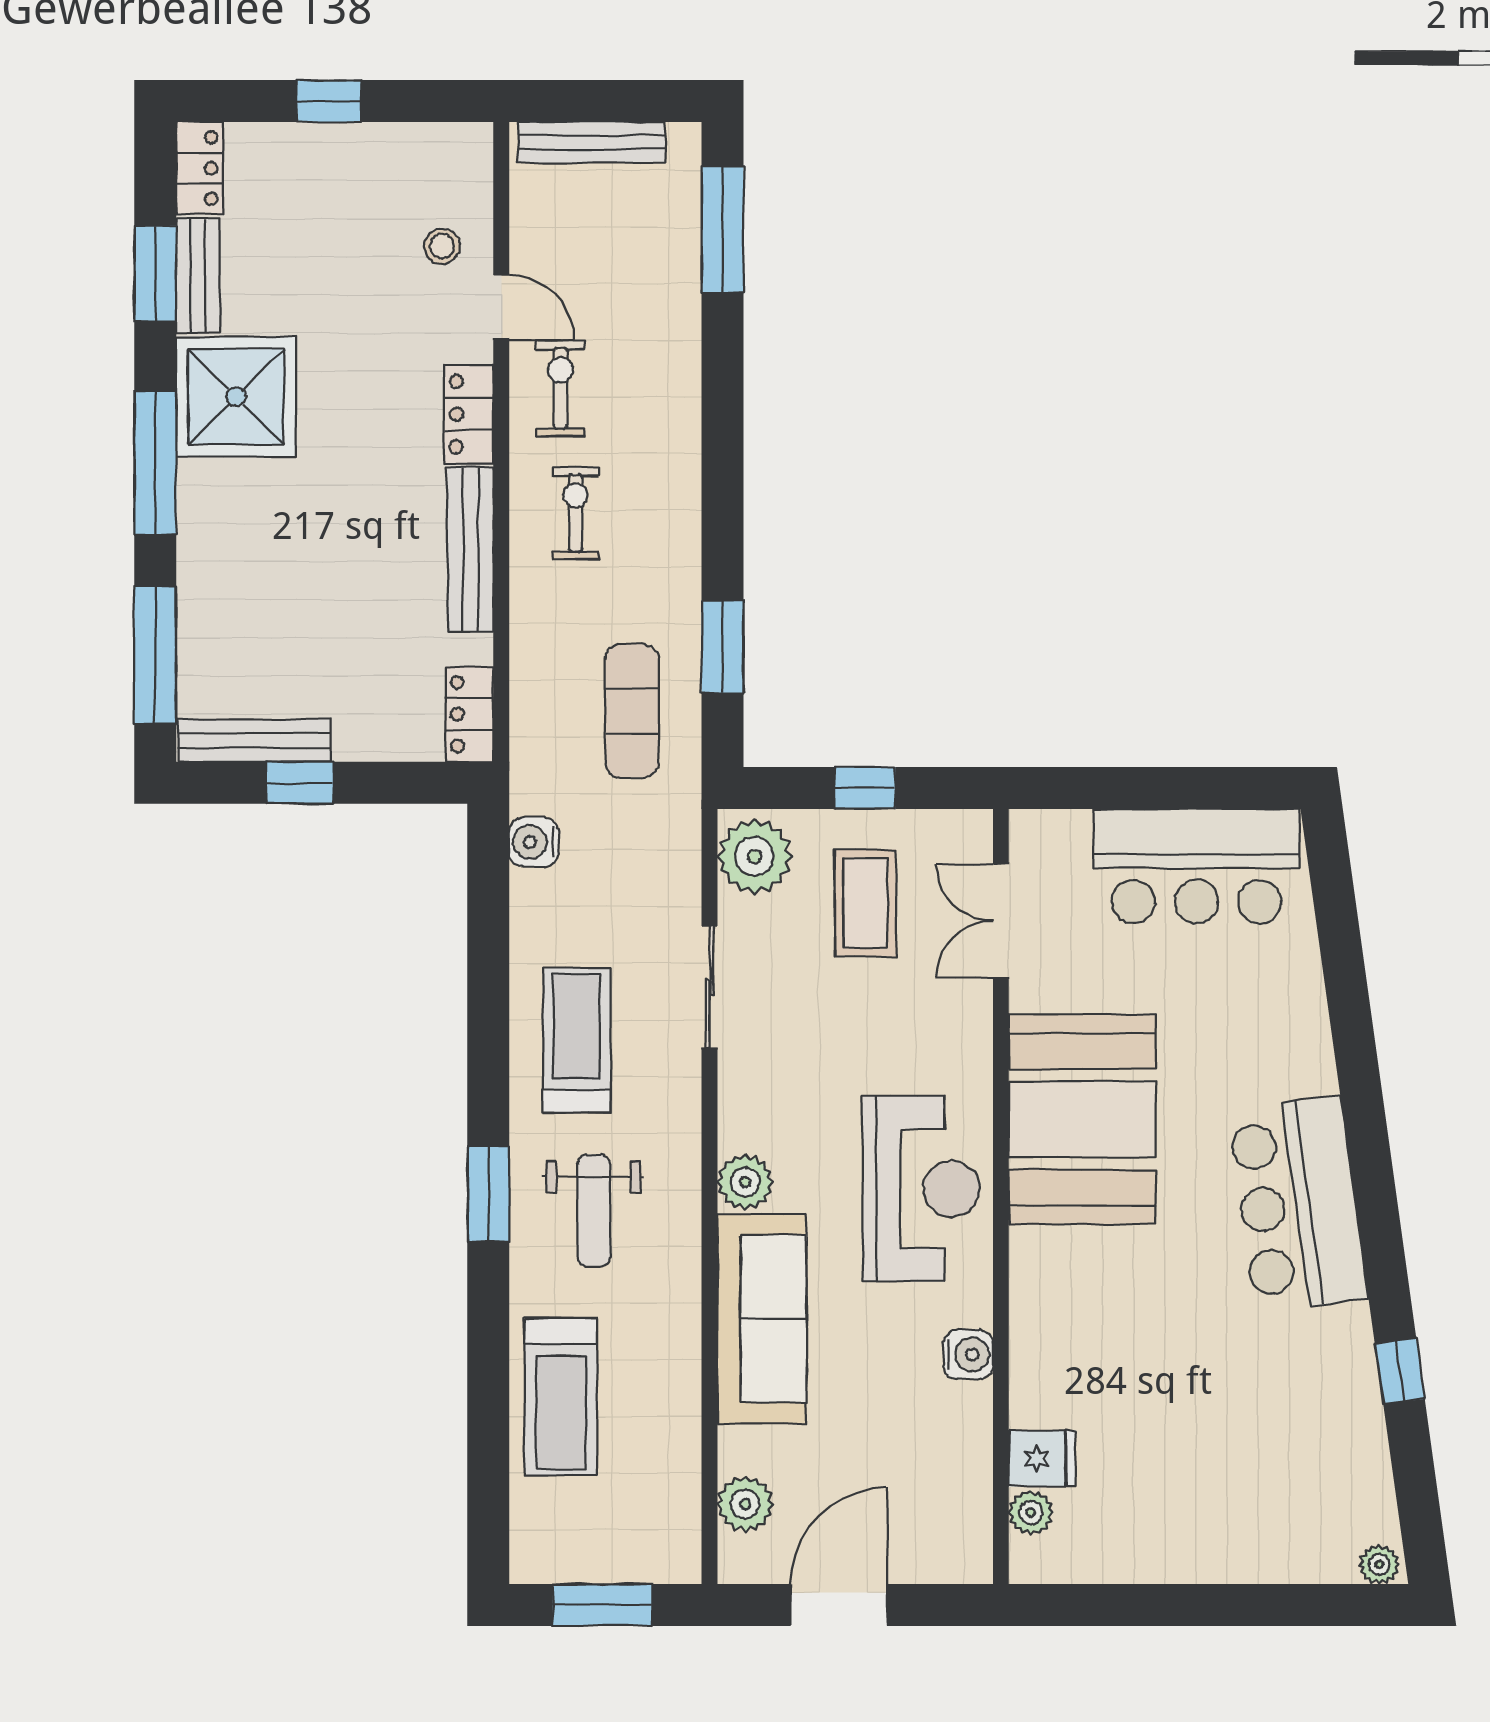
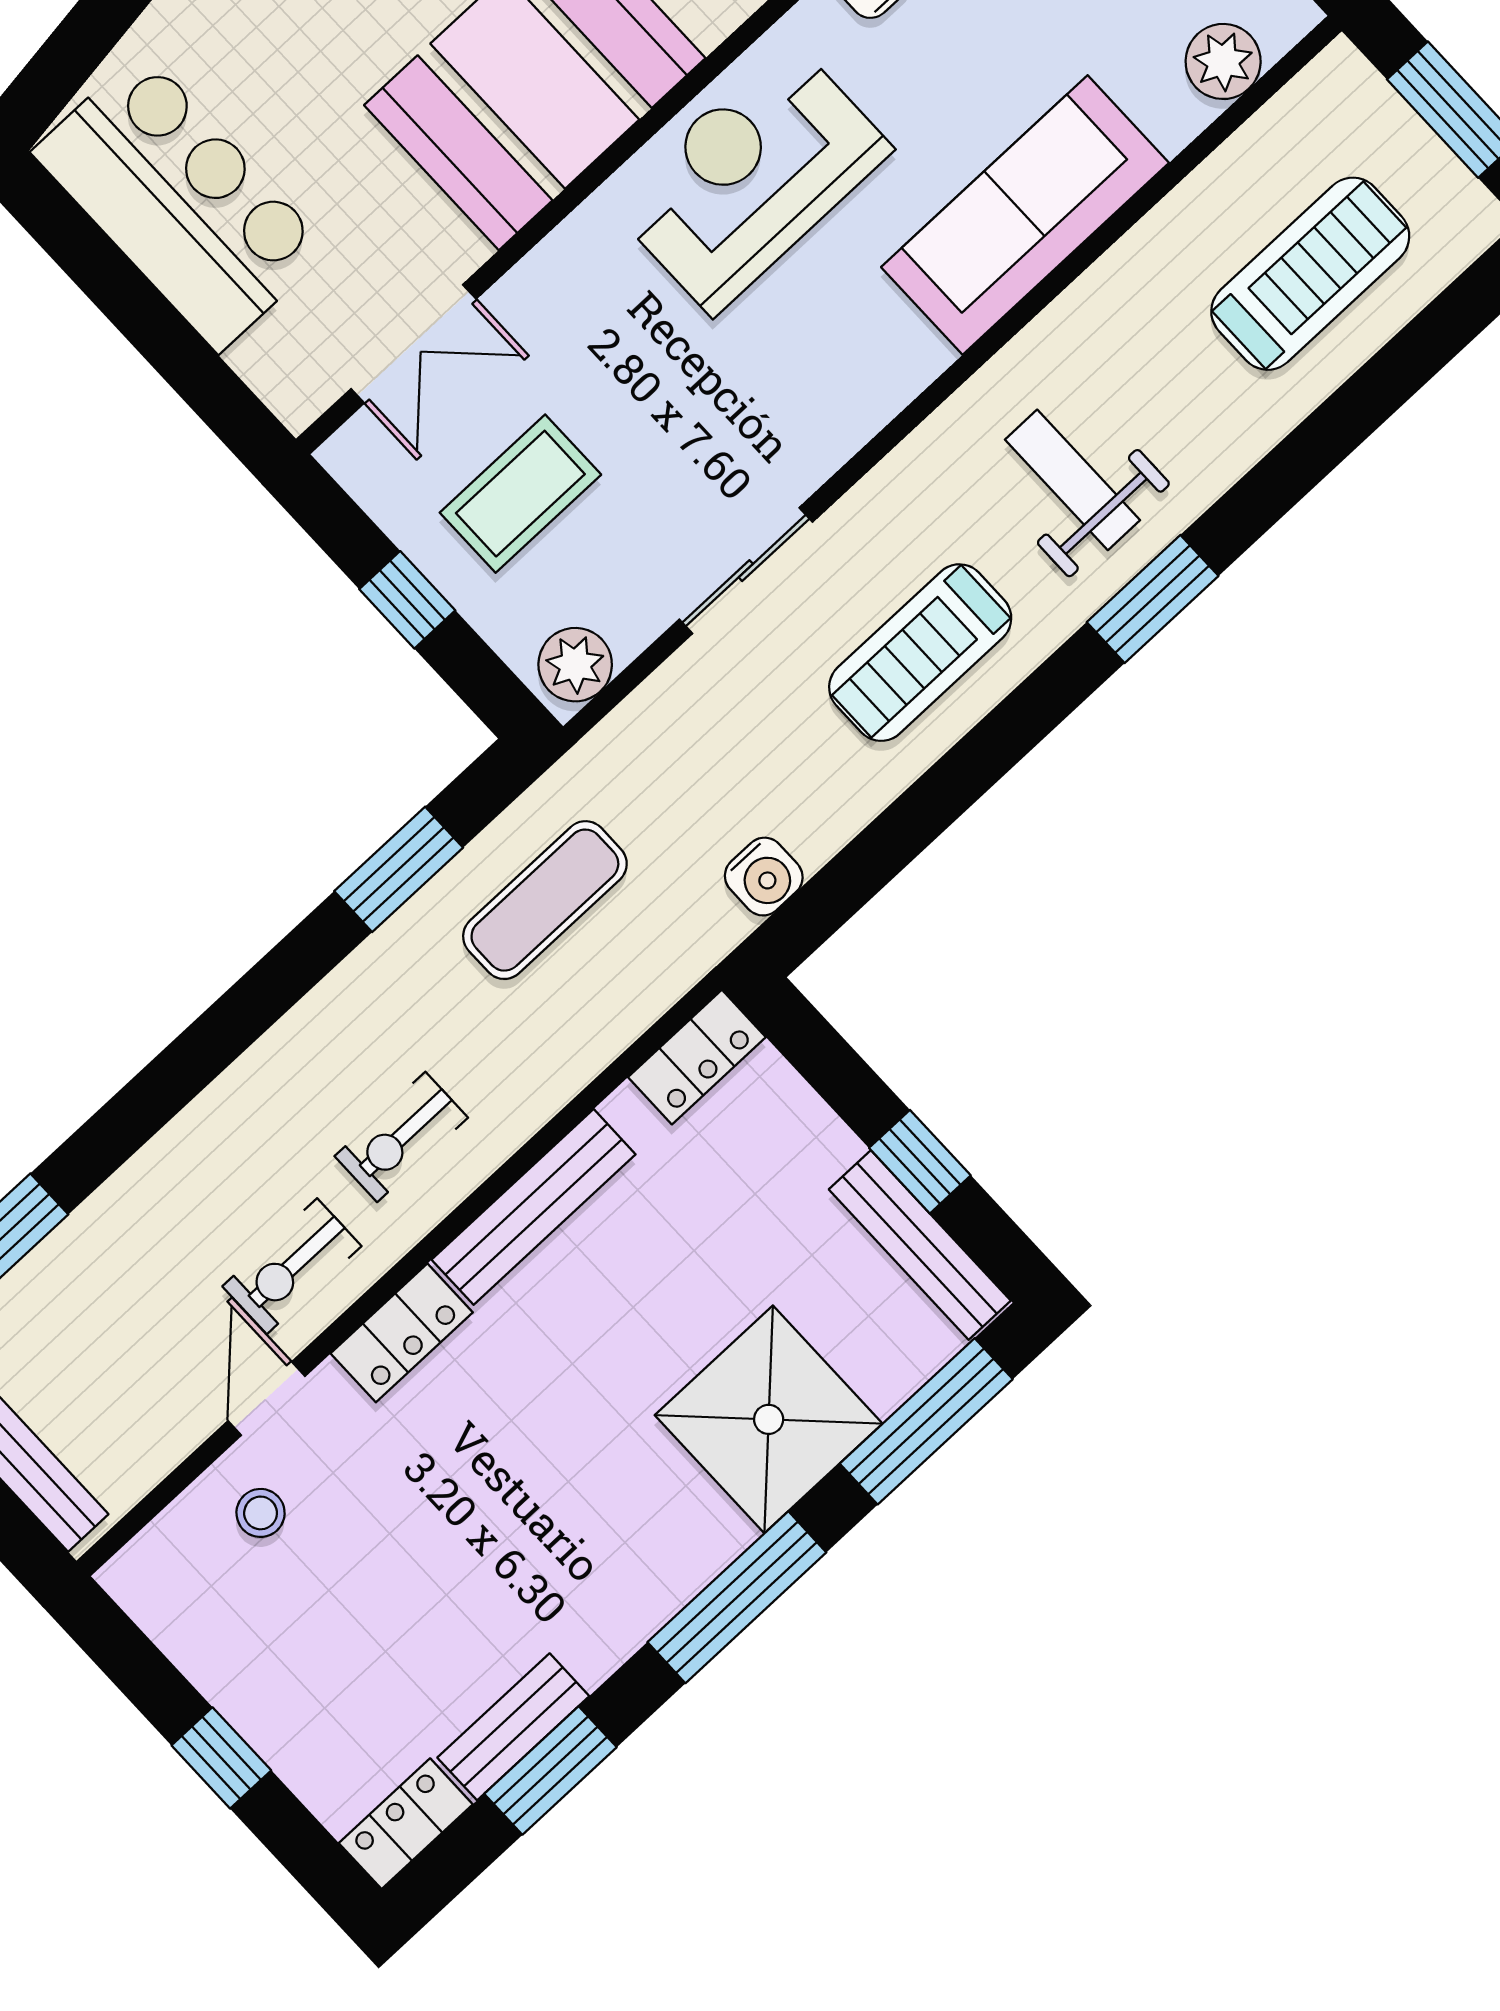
shower: (236, 397) -> (769, 1419), moved
plant: (755, 856) -> (575, 665), width x0.73, depth x0.73
plant: (745, 1182) -> (906, 357), removed
weight bench: (594, 1211) -> (1072, 480), turned -90
treadmill: (561, 1397) -> (1310, 274), moved

